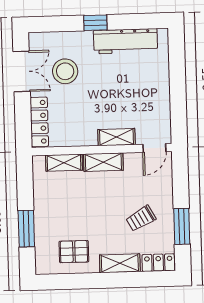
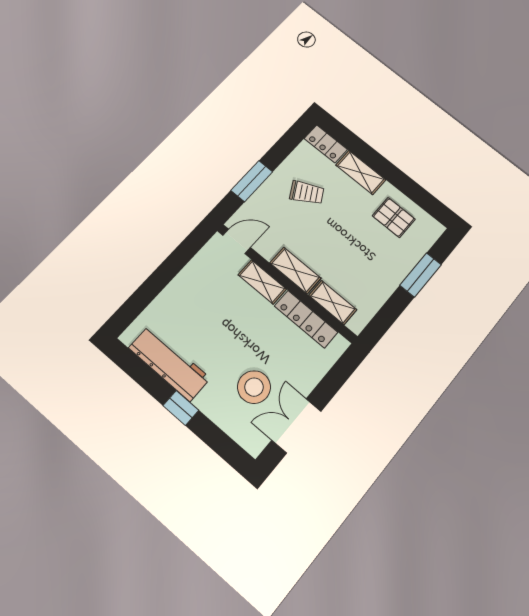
locker: (39, 122) -> (306, 319), moved, turned -90
window: (182, 226) -> (252, 181), moved

